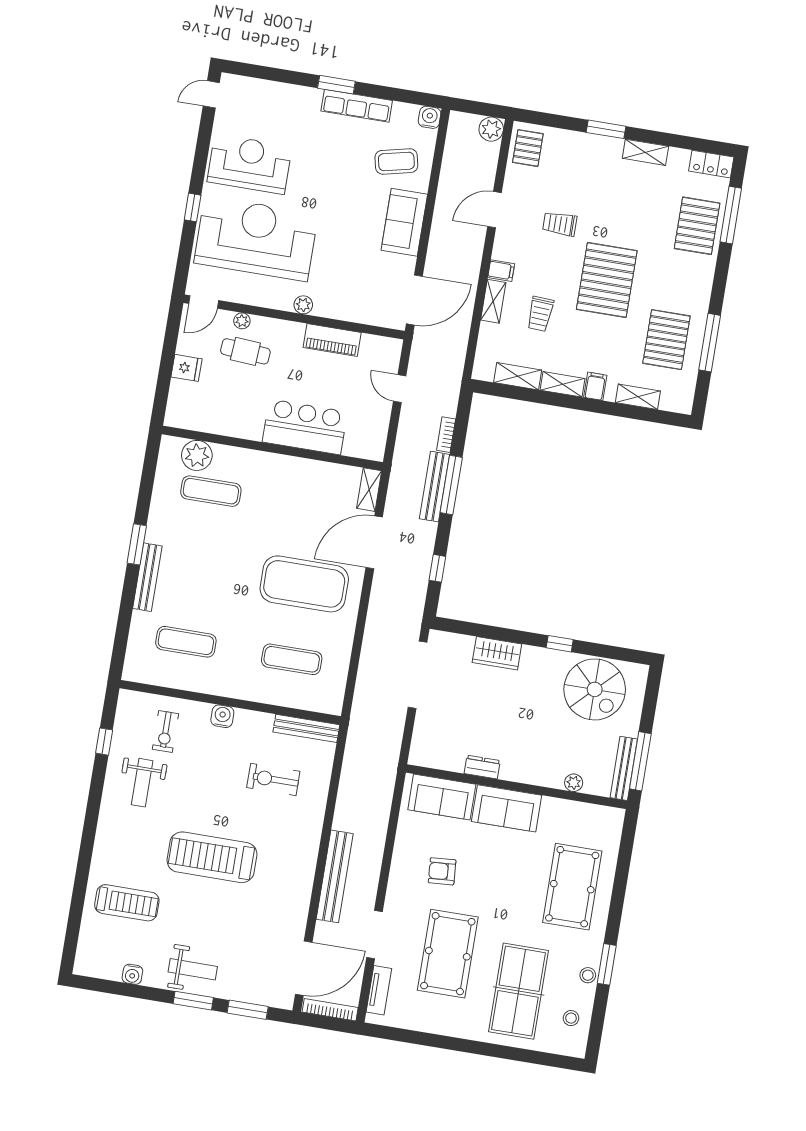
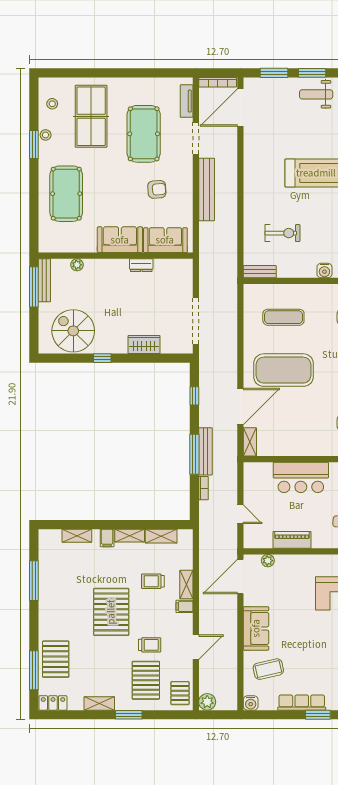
plant: (303, 305) -> (268, 561), moved
trolley: (540, 314) -> (153, 581), turned -93
pallet: (666, 340) -> (146, 680), moved
bench: (306, 728) -> (260, 272), width x0.73
bench: (335, 876) -> (207, 189), moved

